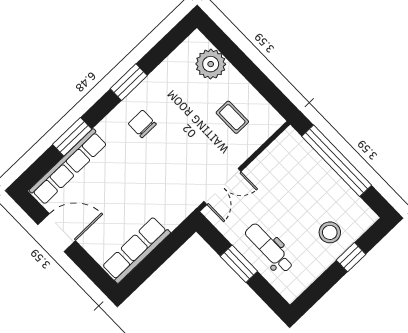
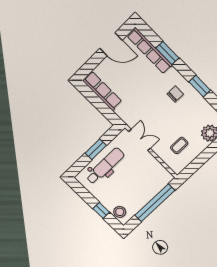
double door: (222, 187) -> (139, 140), swing flipped
stool: (330, 232) -> (120, 212), moved
door: (57, 233) -> (111, 44), hinge flipped
dental chair: (269, 248) -> (105, 166), width x1.36, depth x1.38

